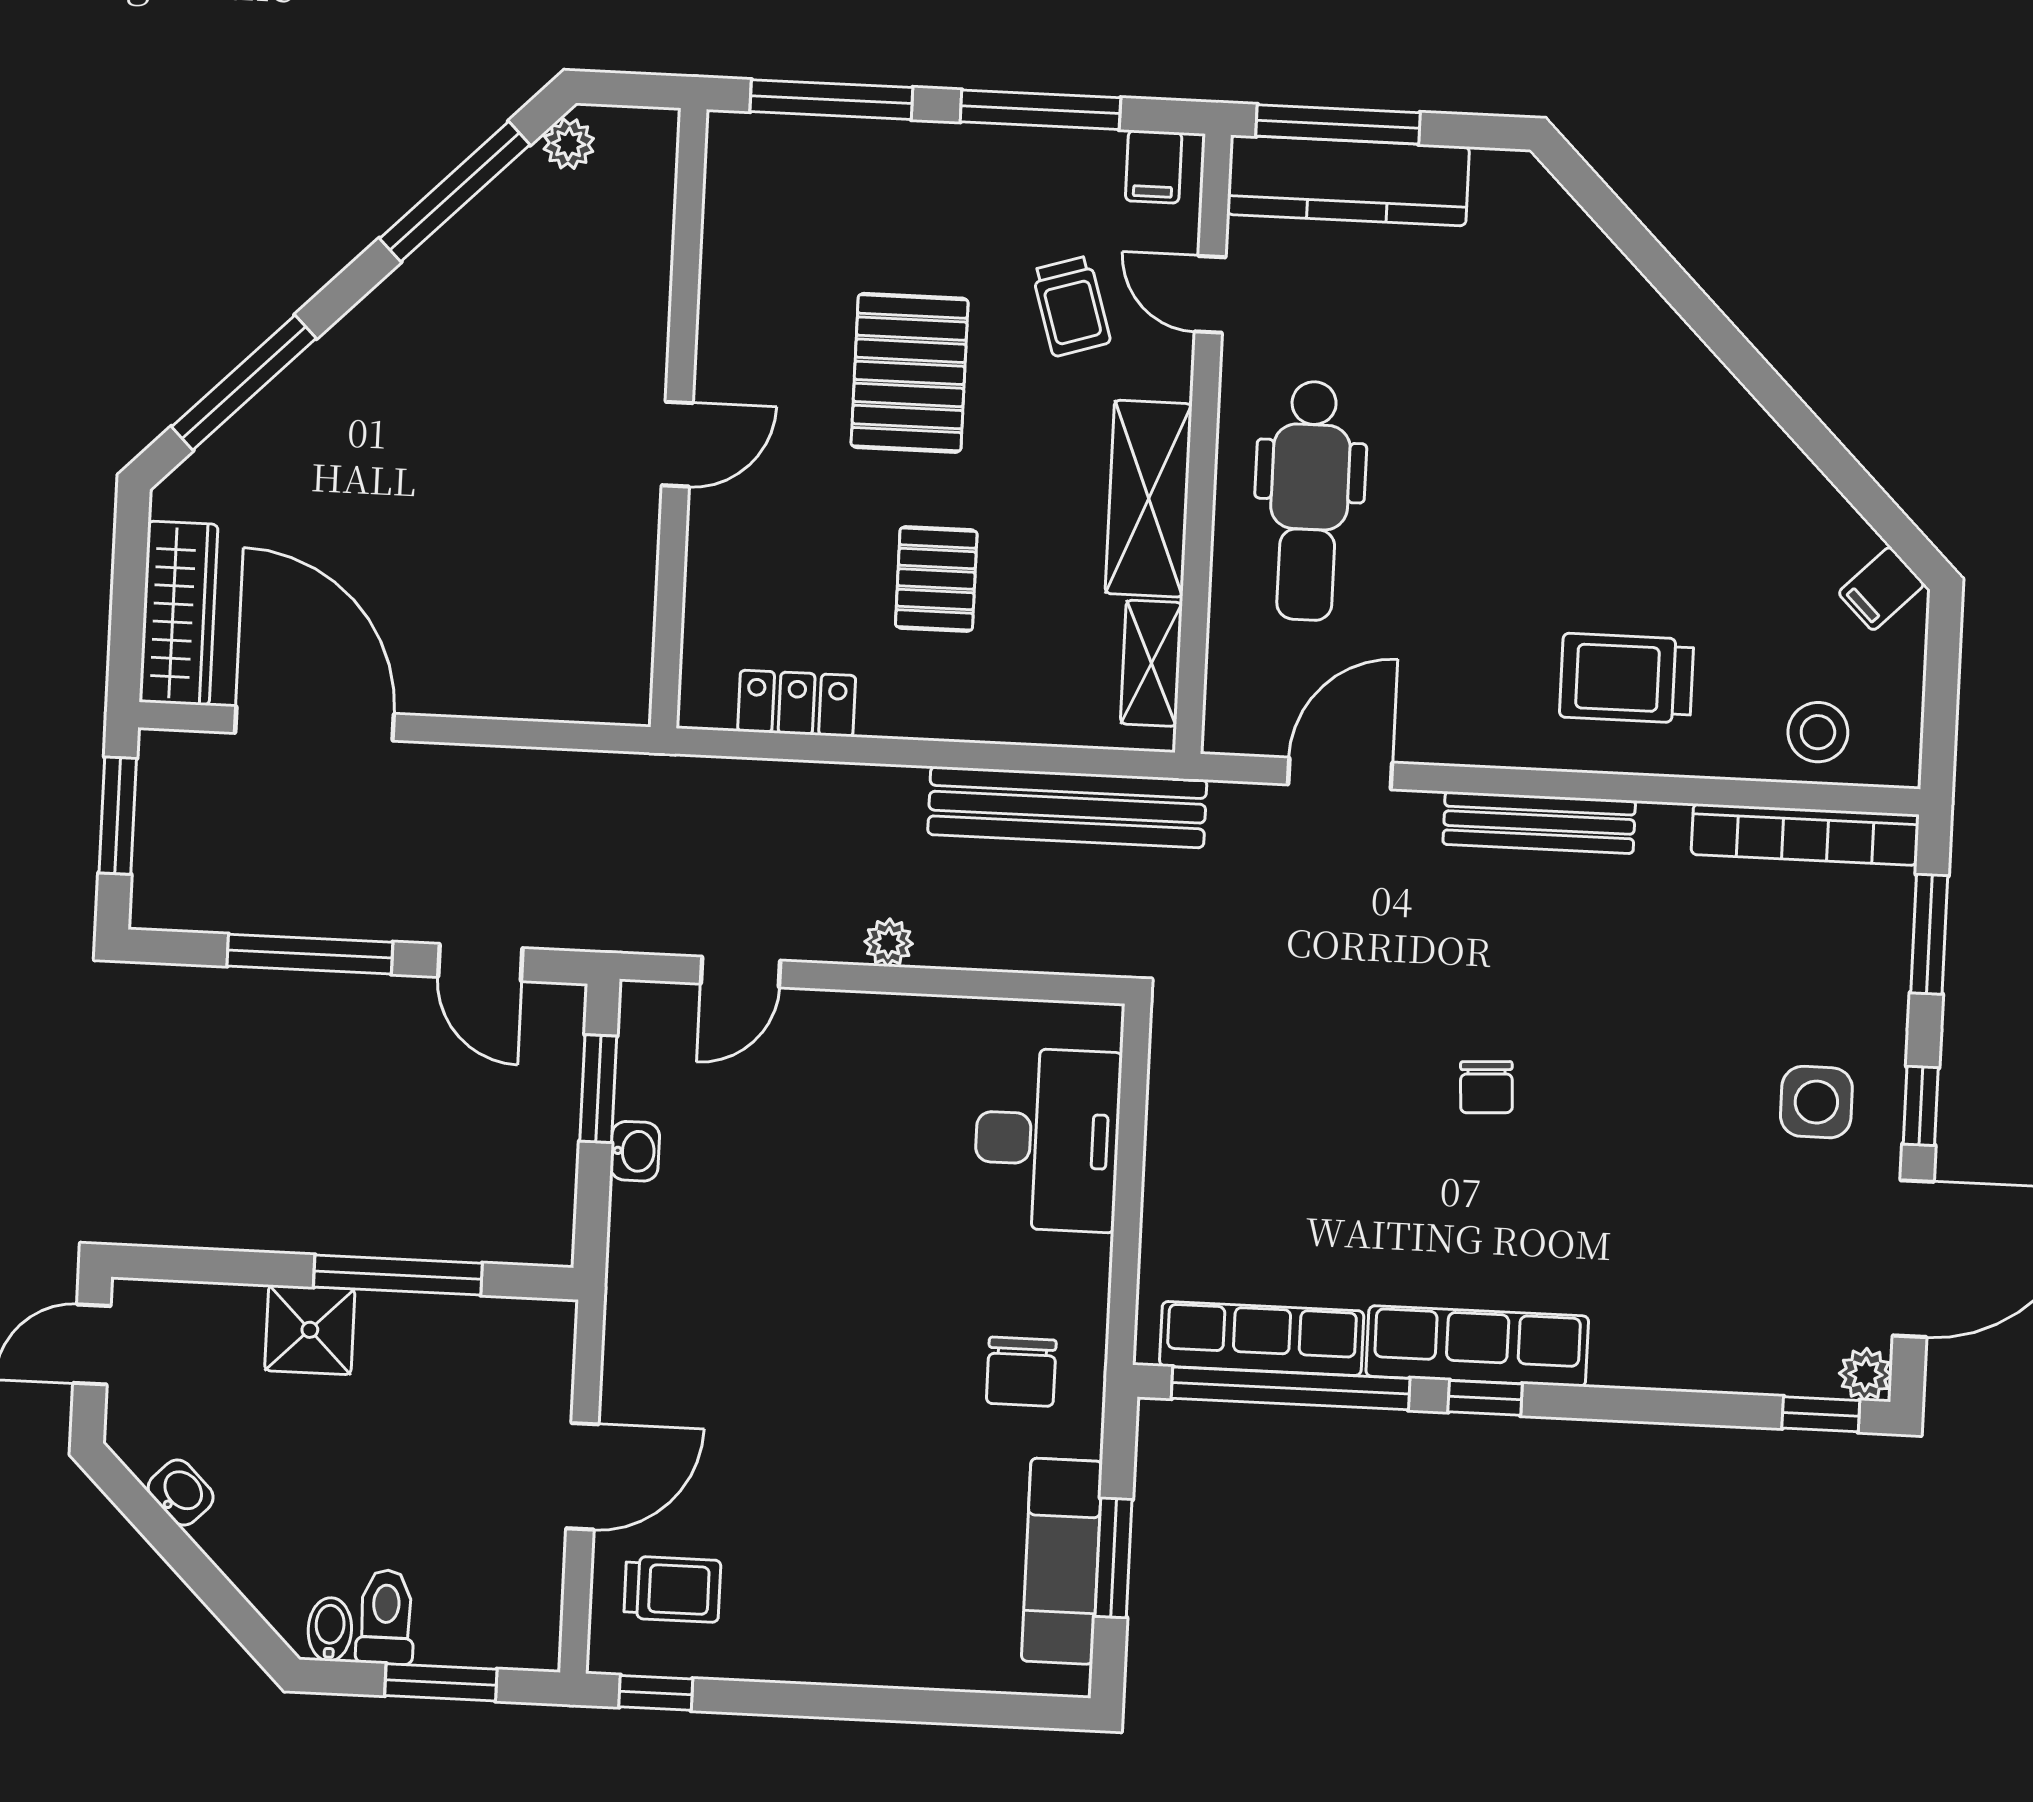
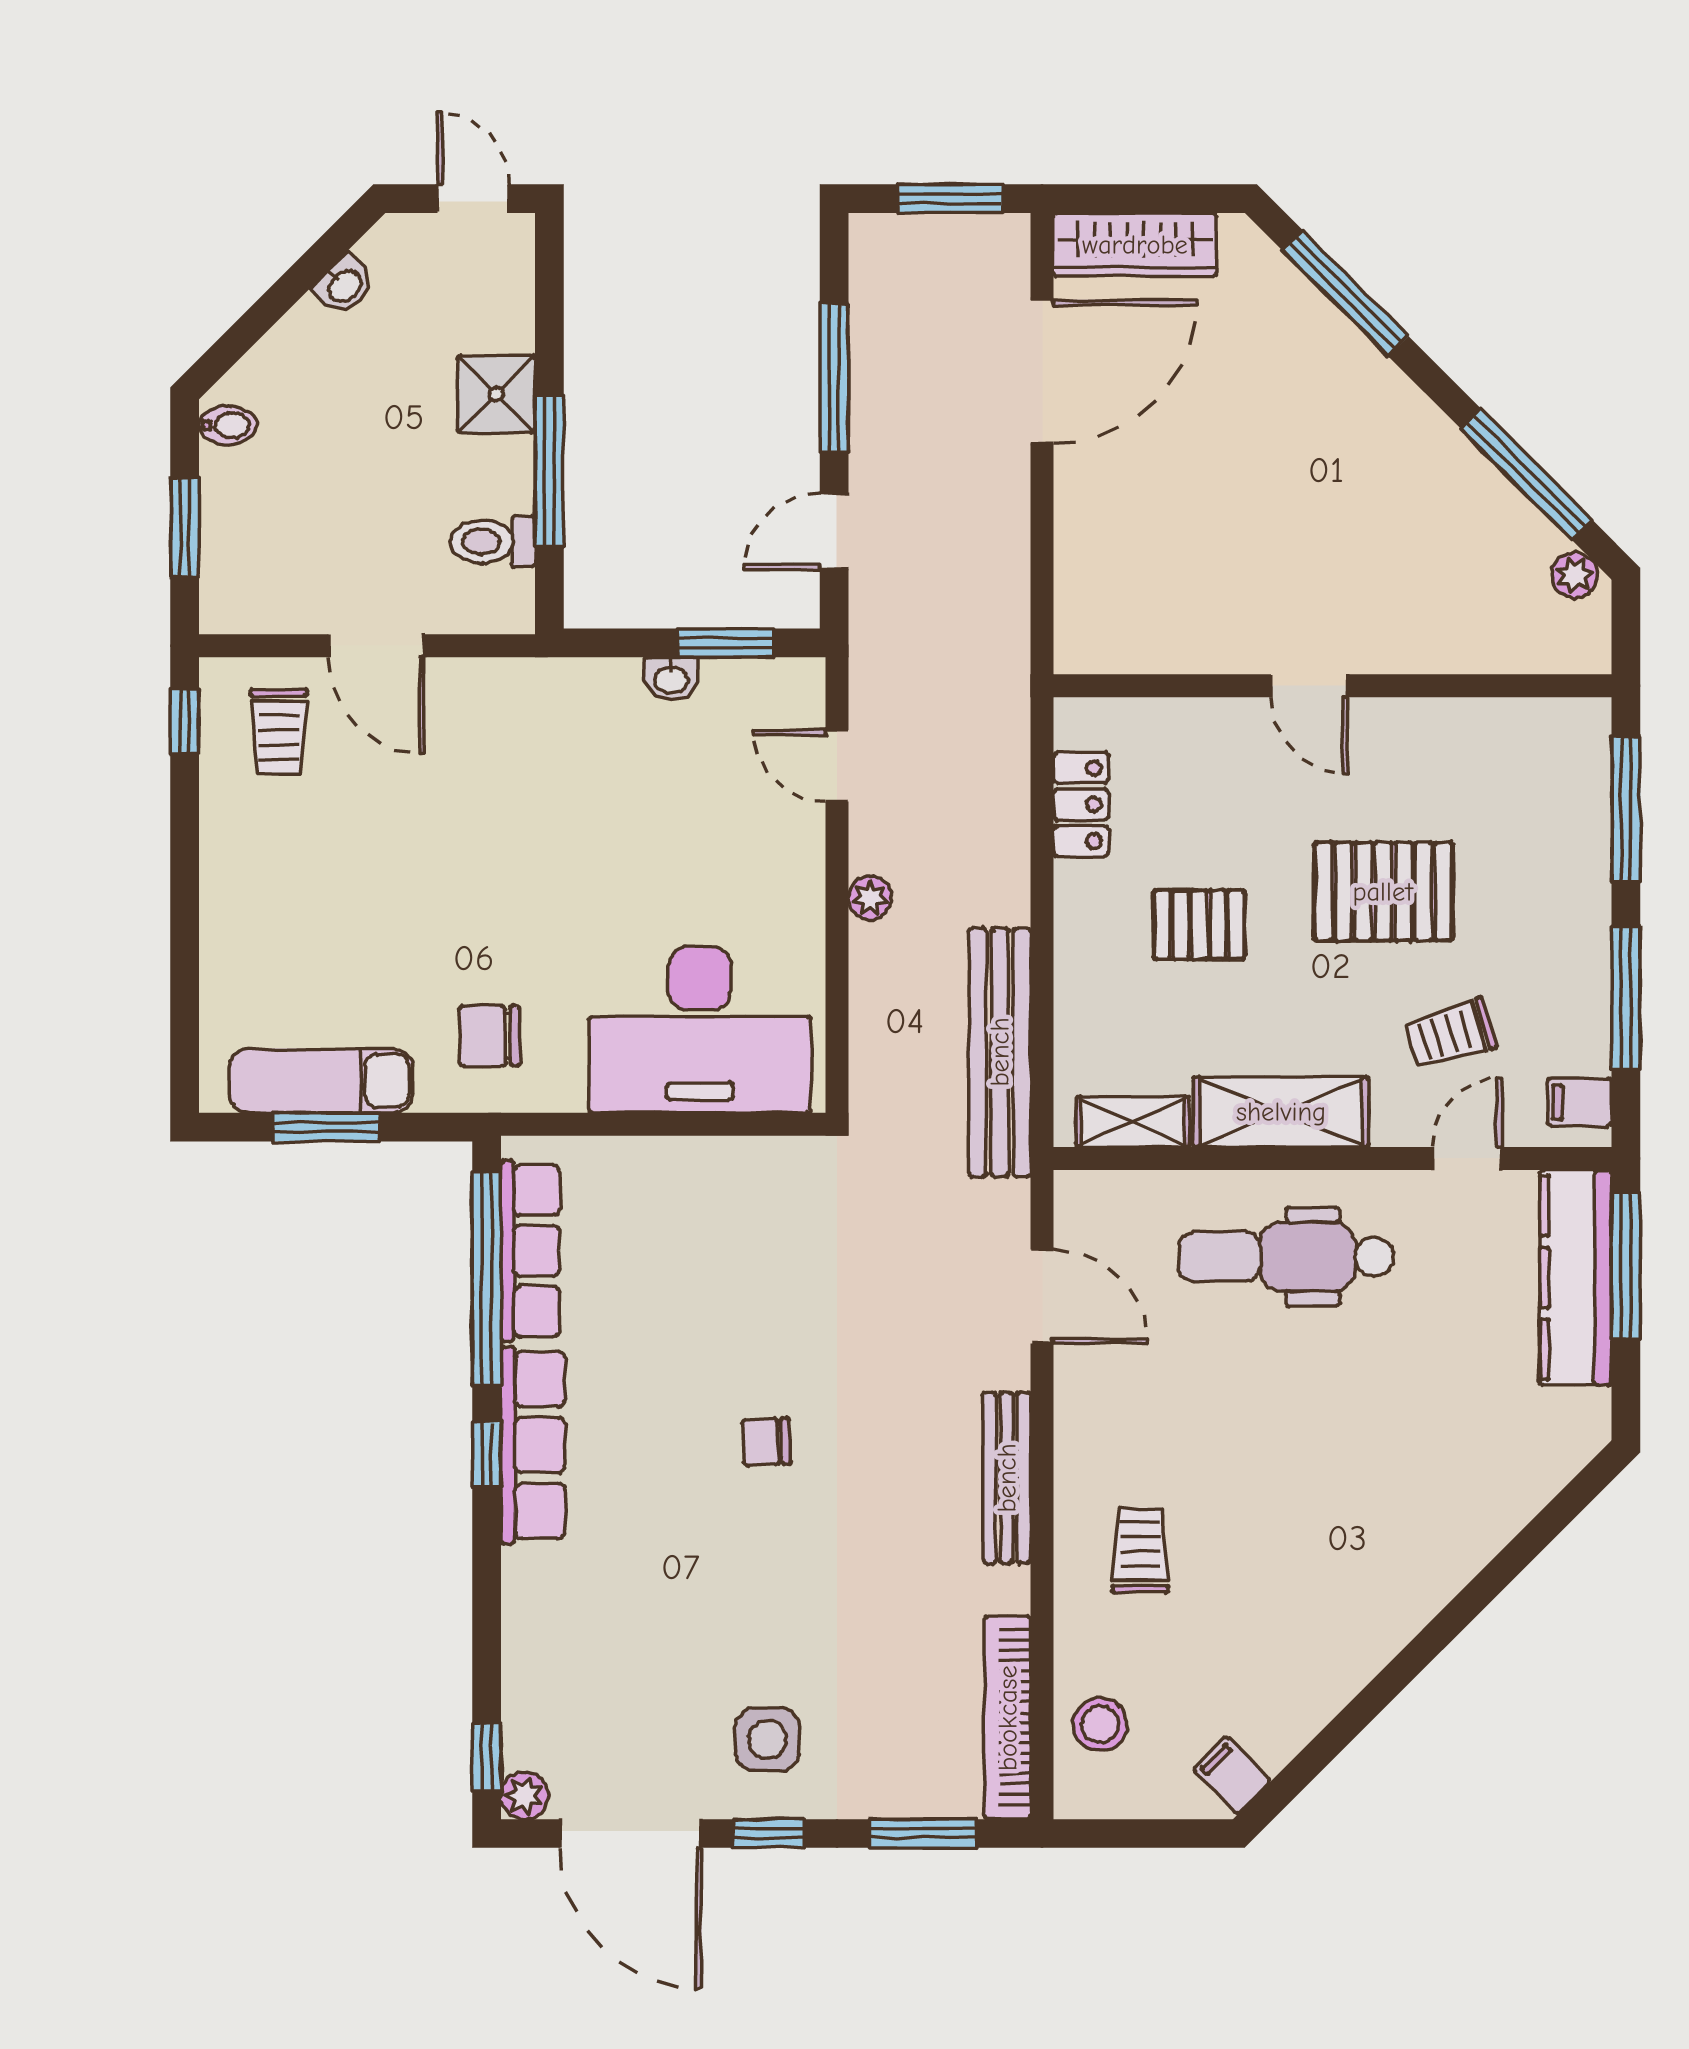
trolley: (1627, 678) -> (1140, 1550), width x0.73, depth x0.72
desk: (1047, 1139) -> (700, 1030), width x1.36, depth x1.30
toilet: (386, 1617) -> (493, 542), moved, turned 180

